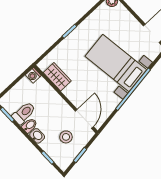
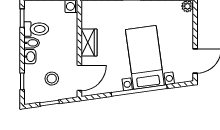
wardrobe: (57, 77) -> (89, 42), moved

